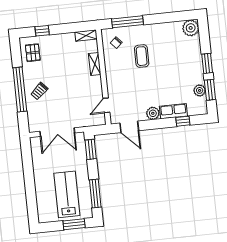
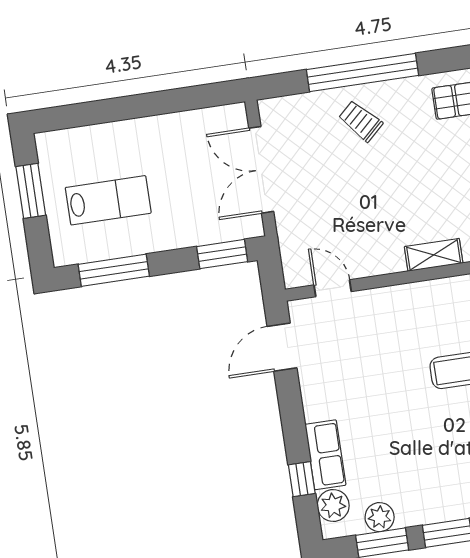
plant: (153, 113) -> (333, 505), moved
lab bench: (67, 194) -> (108, 200), width x0.73, depth x0.72
window: (74, 224) -> (31, 191), moved

